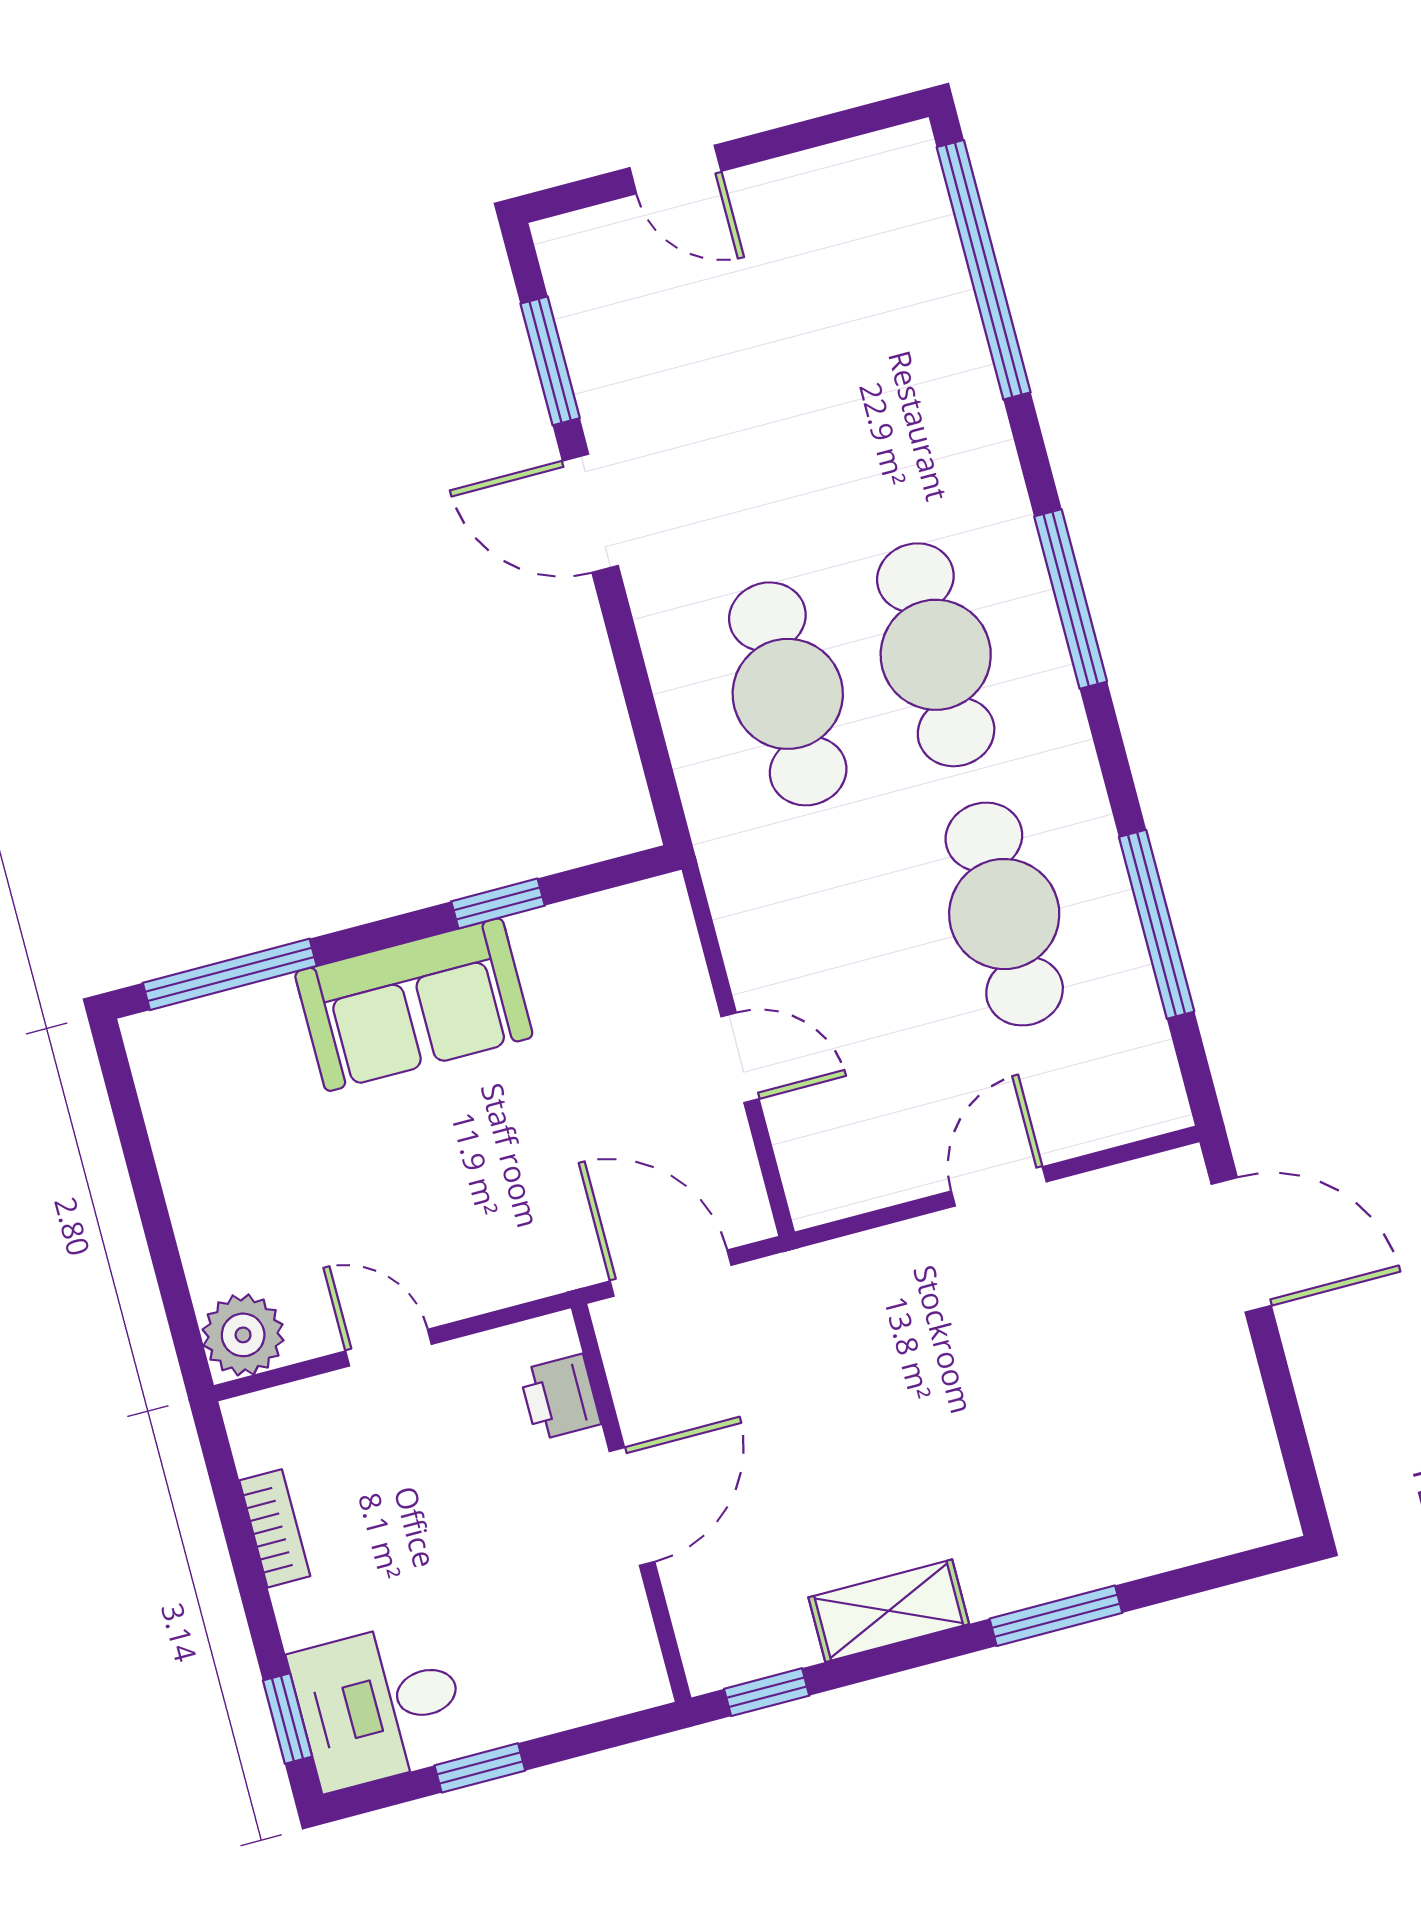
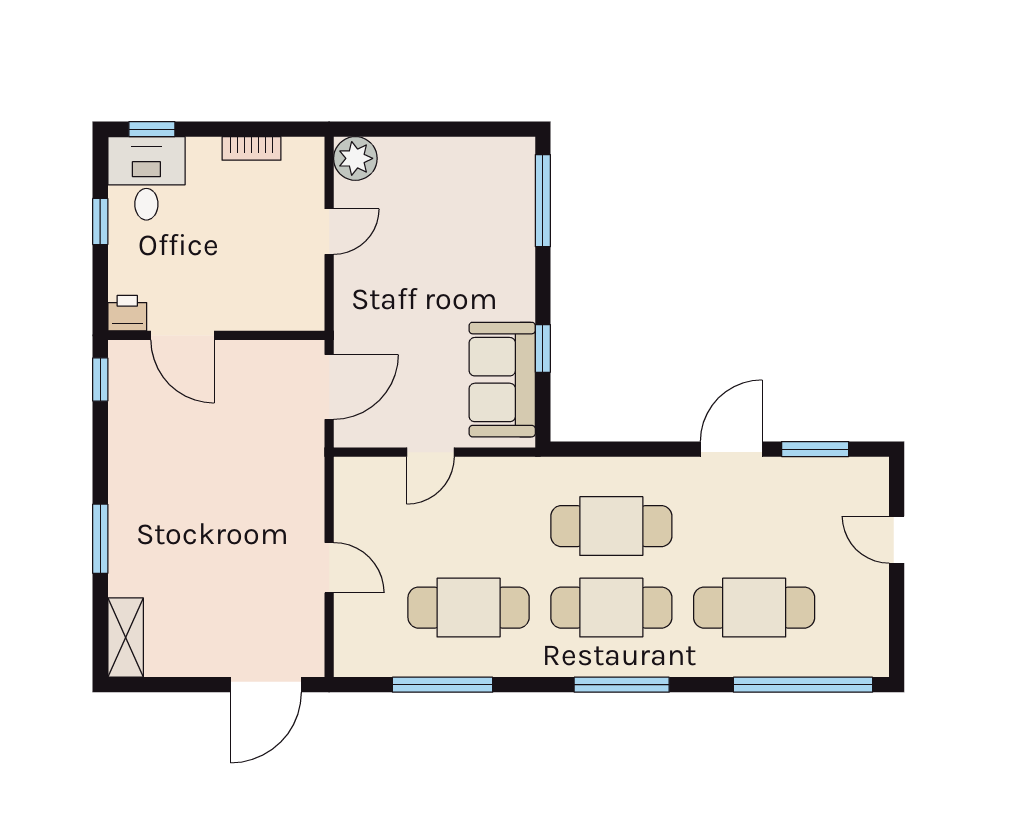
door: (675, 169) -> (897, 540), hinge flipped
cafe table: (867, 396) -> (754, 608), added
sofa: (414, 1005) -> (502, 380), moved
printer: (560, 1397) -> (127, 313), moved
door: (632, 1506) -> (183, 335), moved
shelving: (889, 1611) -> (126, 638), moved

